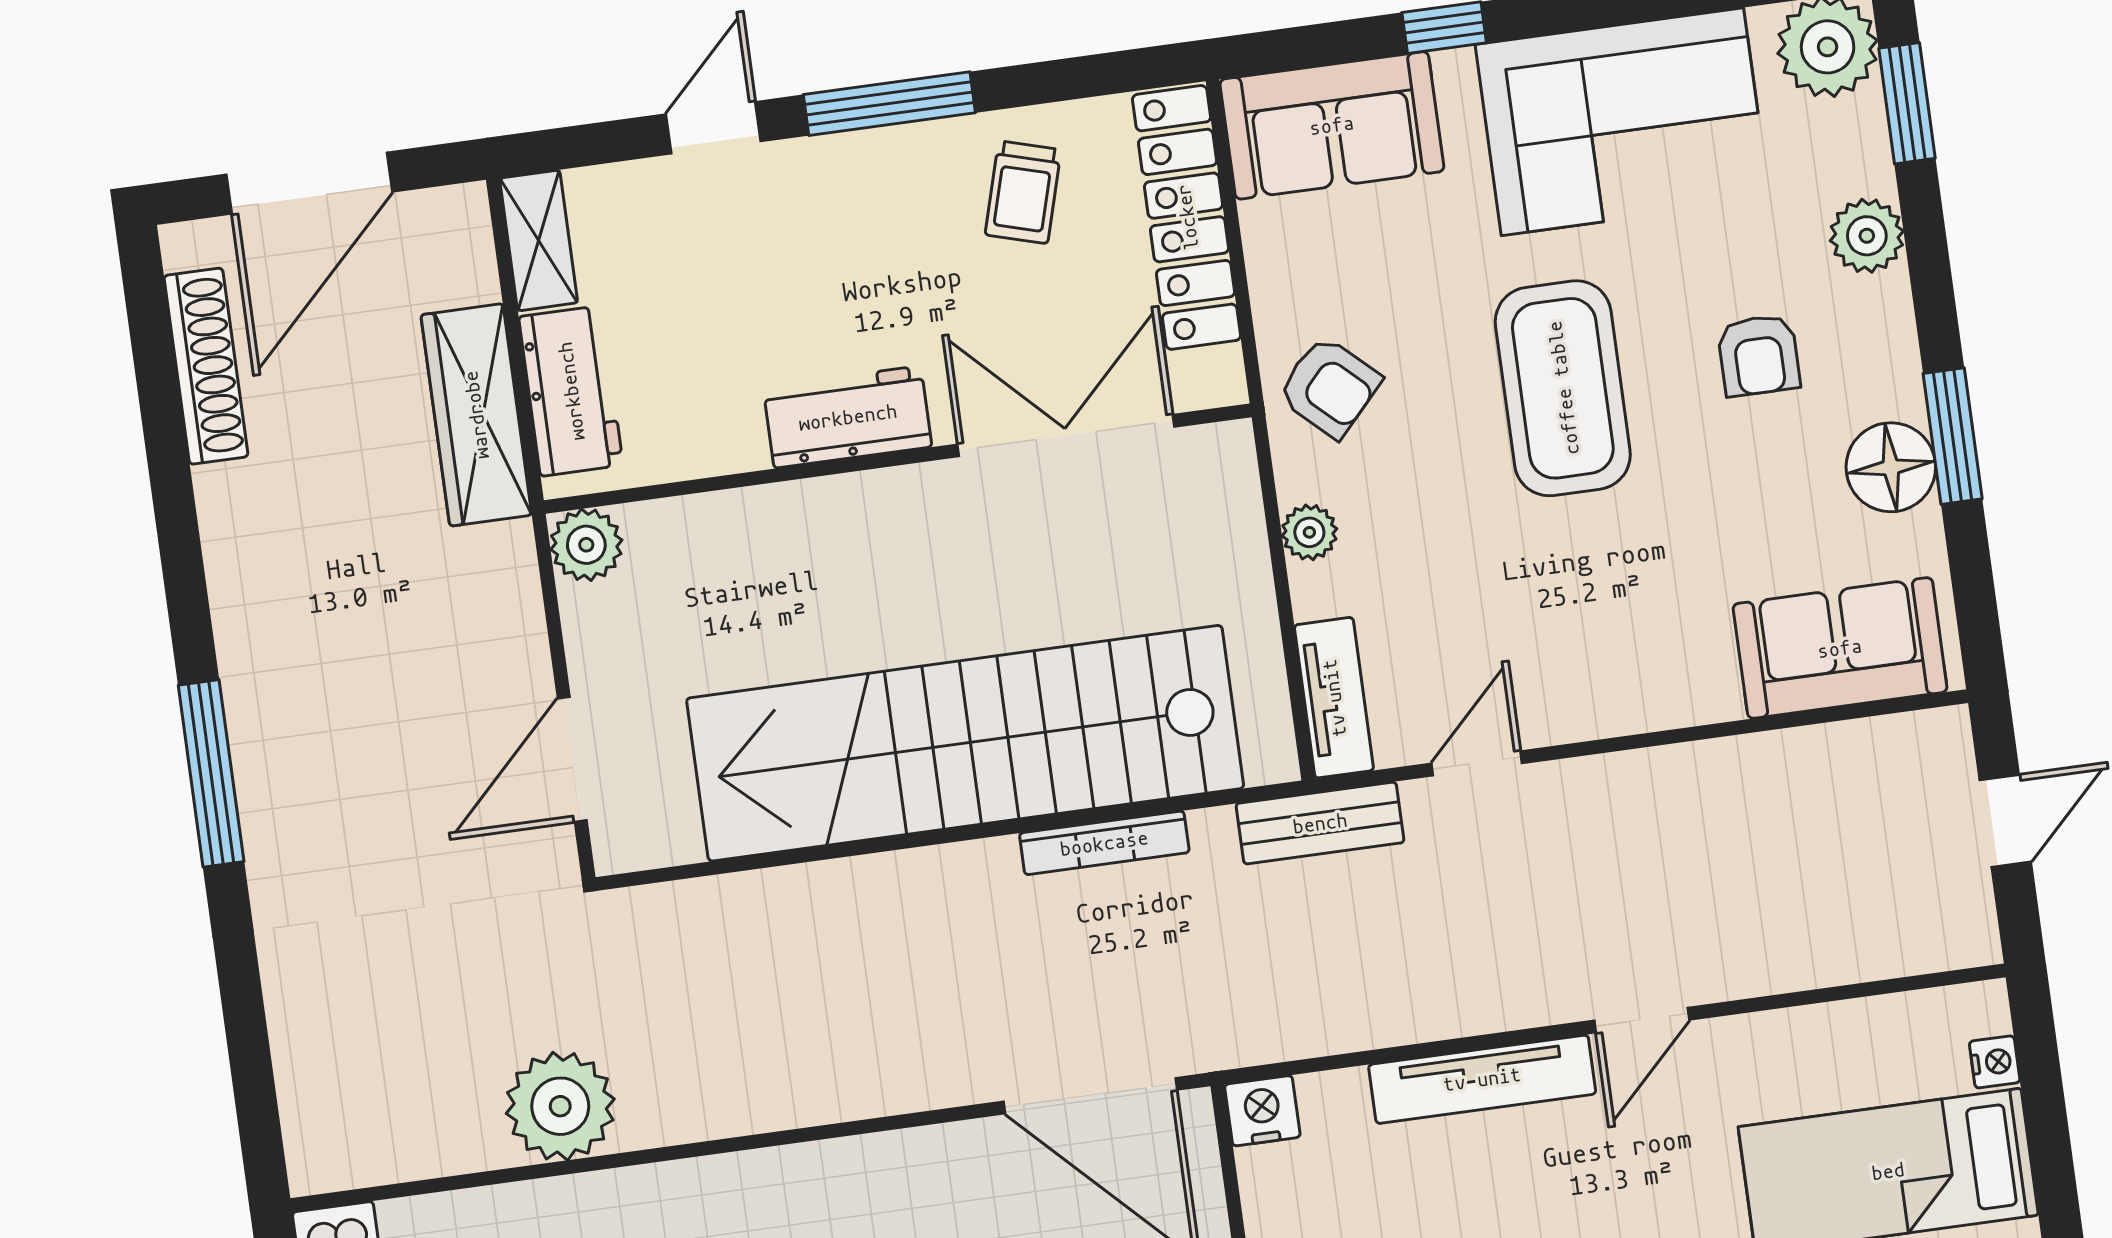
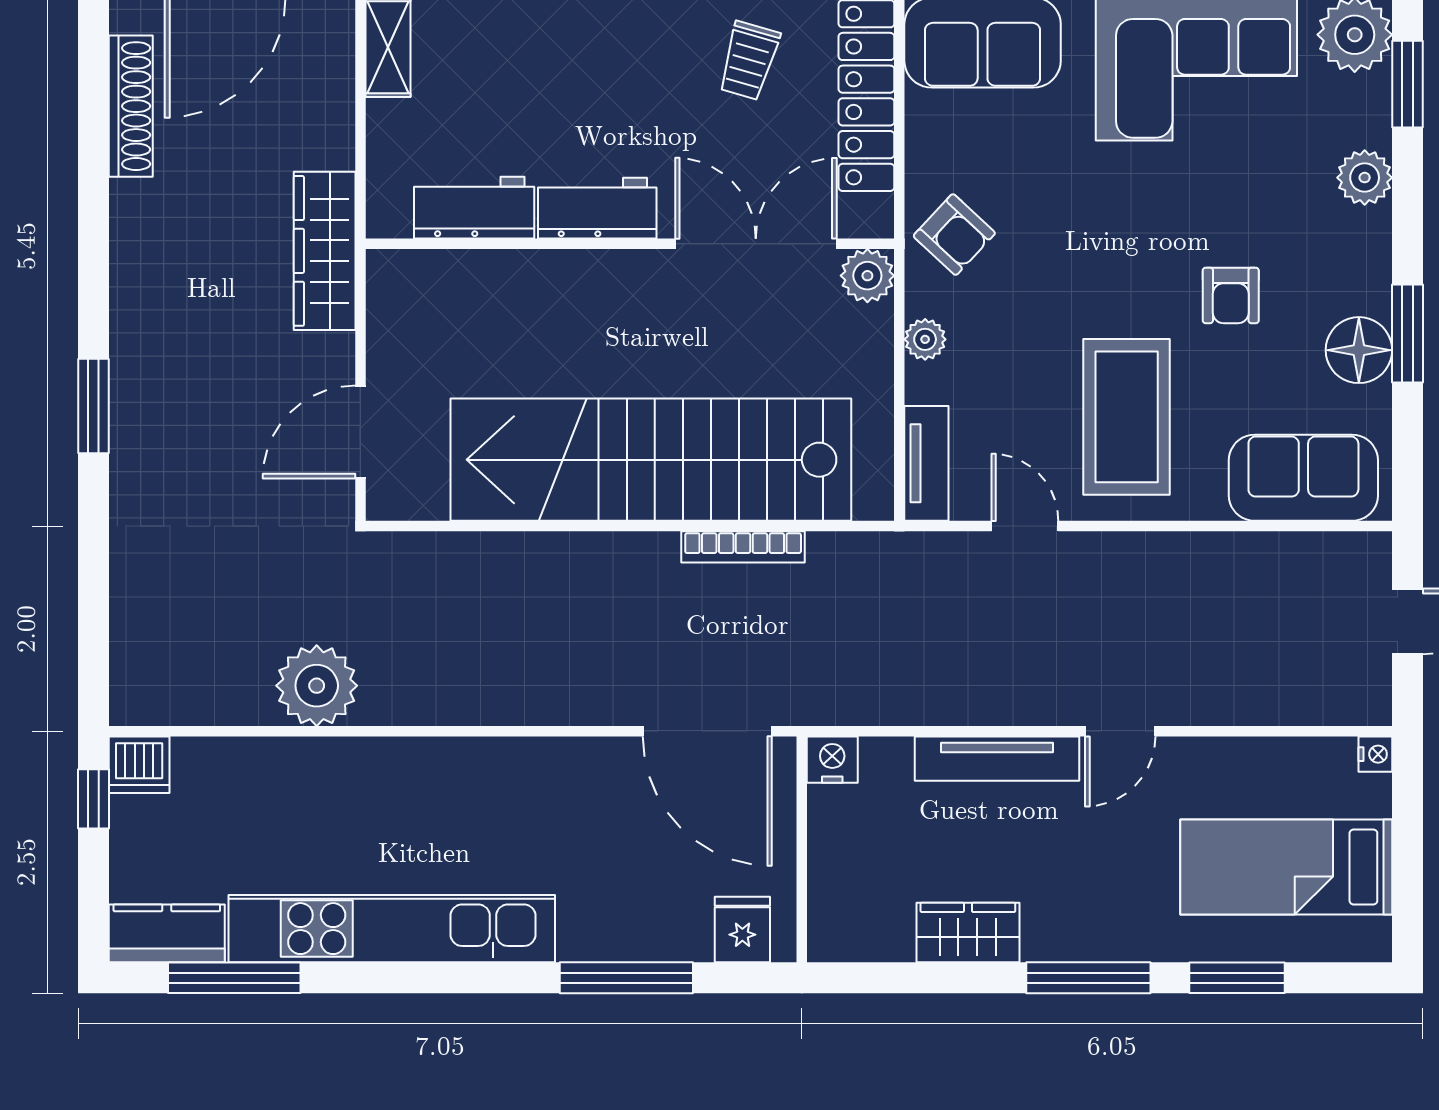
armchair: (1759, 355) -> (1231, 295), moved
coffee table: (1563, 388) -> (1127, 417), moved
workbench: (571, 391) -> (474, 208), moved, turned -90
wardrobe: (476, 415) -> (325, 251), moved
plant: (586, 545) -> (867, 276), moved
door: (1477, 763) -> (1025, 526), hinge flipped
window: (211, 773) -> (94, 406), width x0.69
bench: (1320, 823) -> (904, 554), removed
nightstand: (1995, 1062) -> (1375, 754), moved

